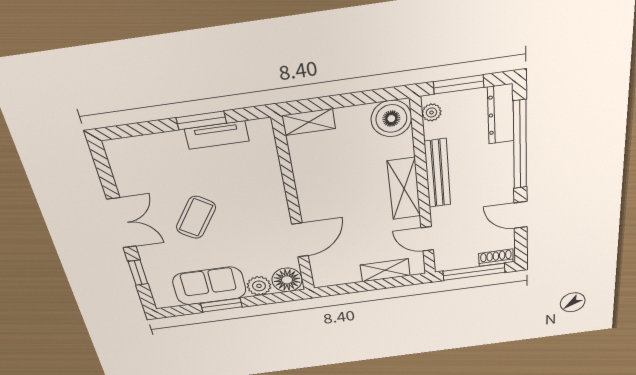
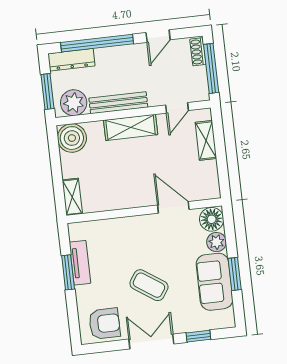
plant: (432, 112) -> (74, 103), width x1.88, depth x1.88
armchair: (136, 168) -> (104, 324), added

